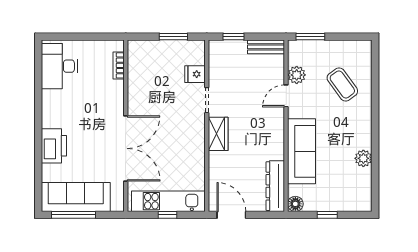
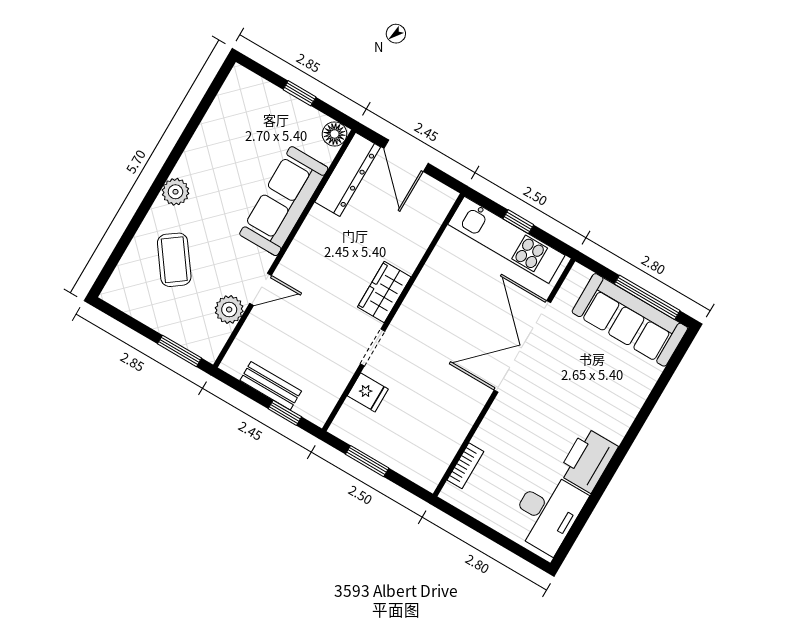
bench: (266, 47) -> (271, 386), moved
printer: (54, 146) -> (588, 460), moved
plant: (363, 158) -> (175, 192), moved
door: (231, 215) -> (406, 156), moved

